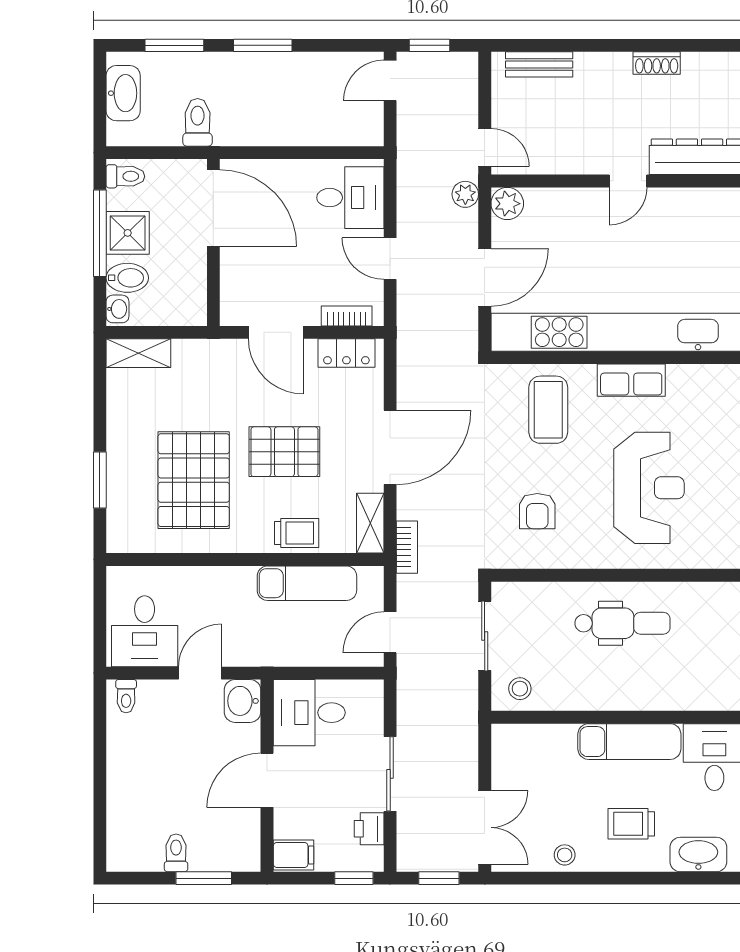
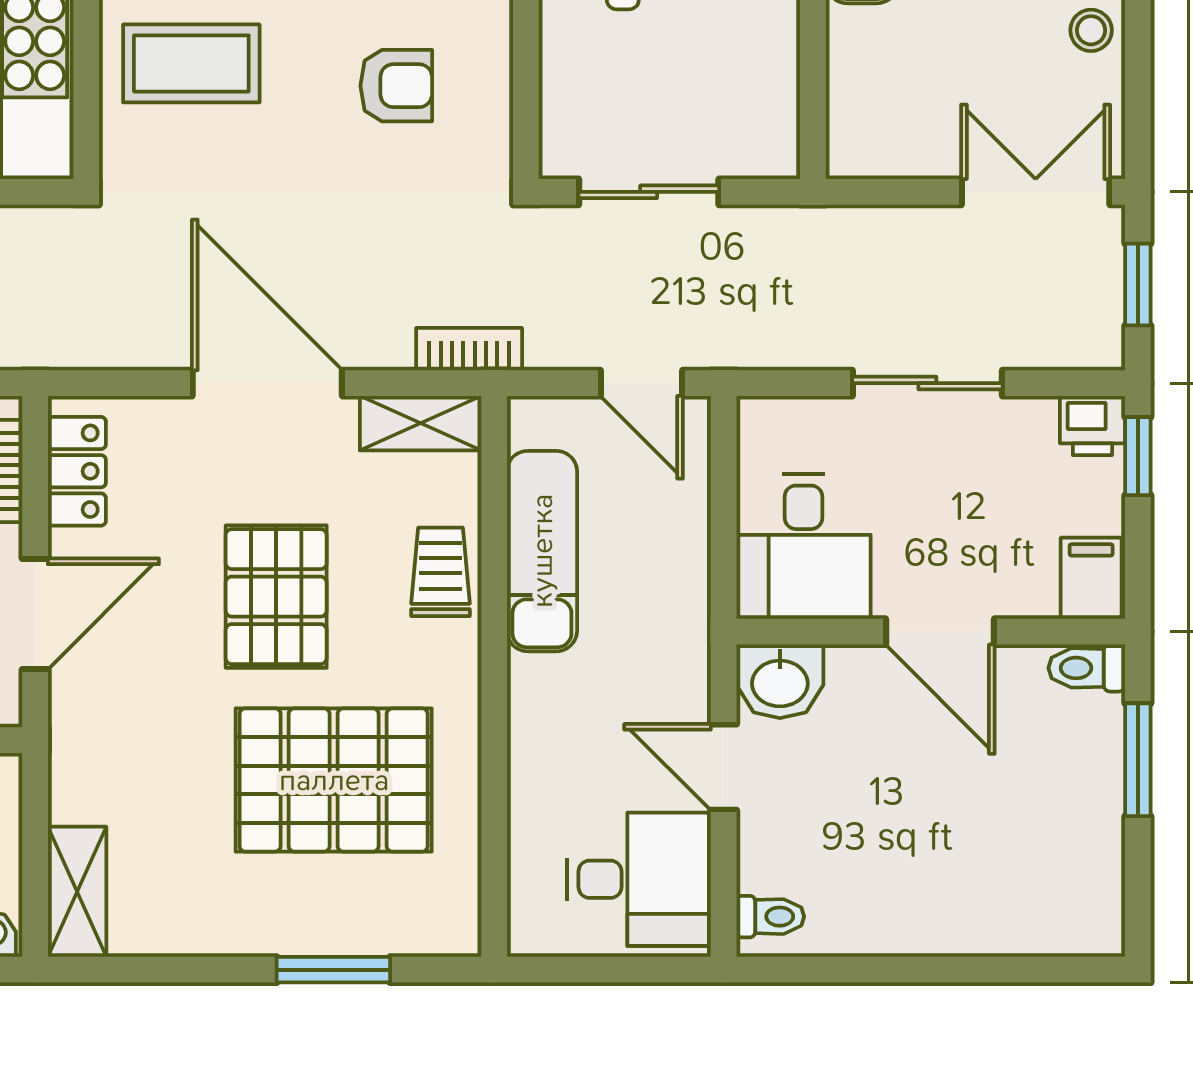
stool: (520, 689) -> (755, 121), removed
printer: (369, 829) -> (1092, 425), moved
toilet: (176, 853) -> (1087, 668), moved

